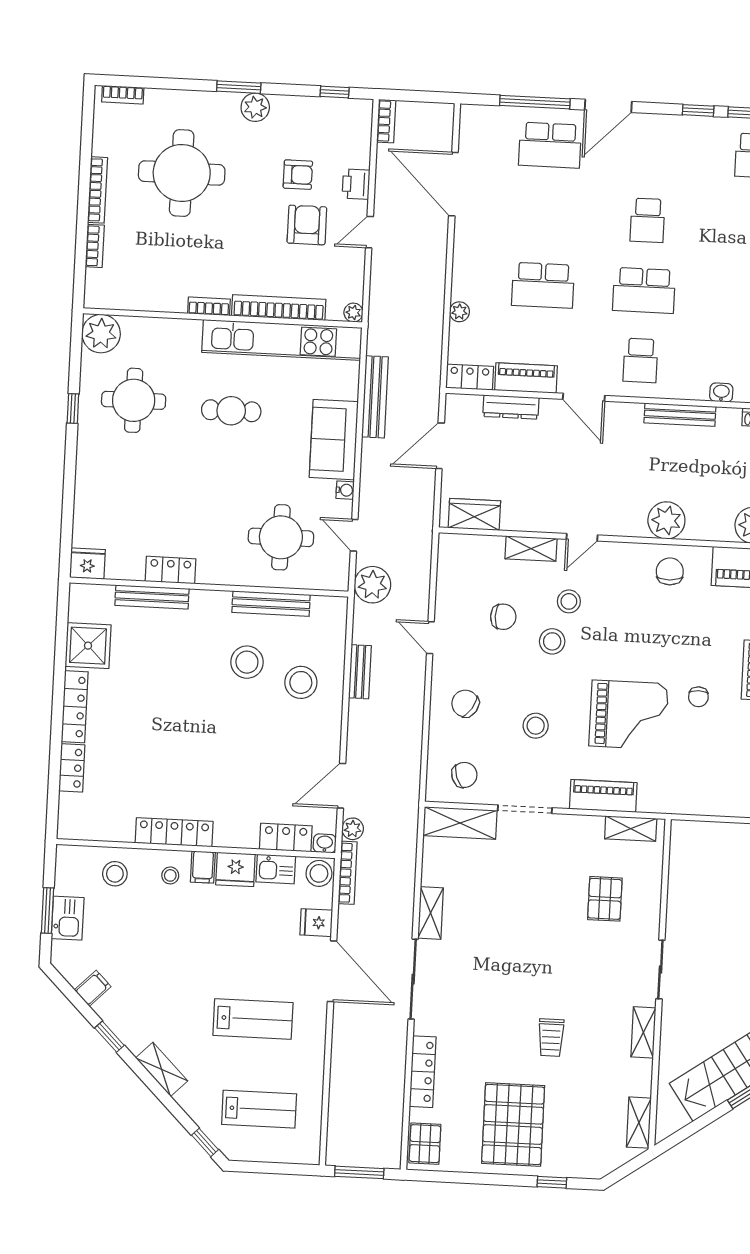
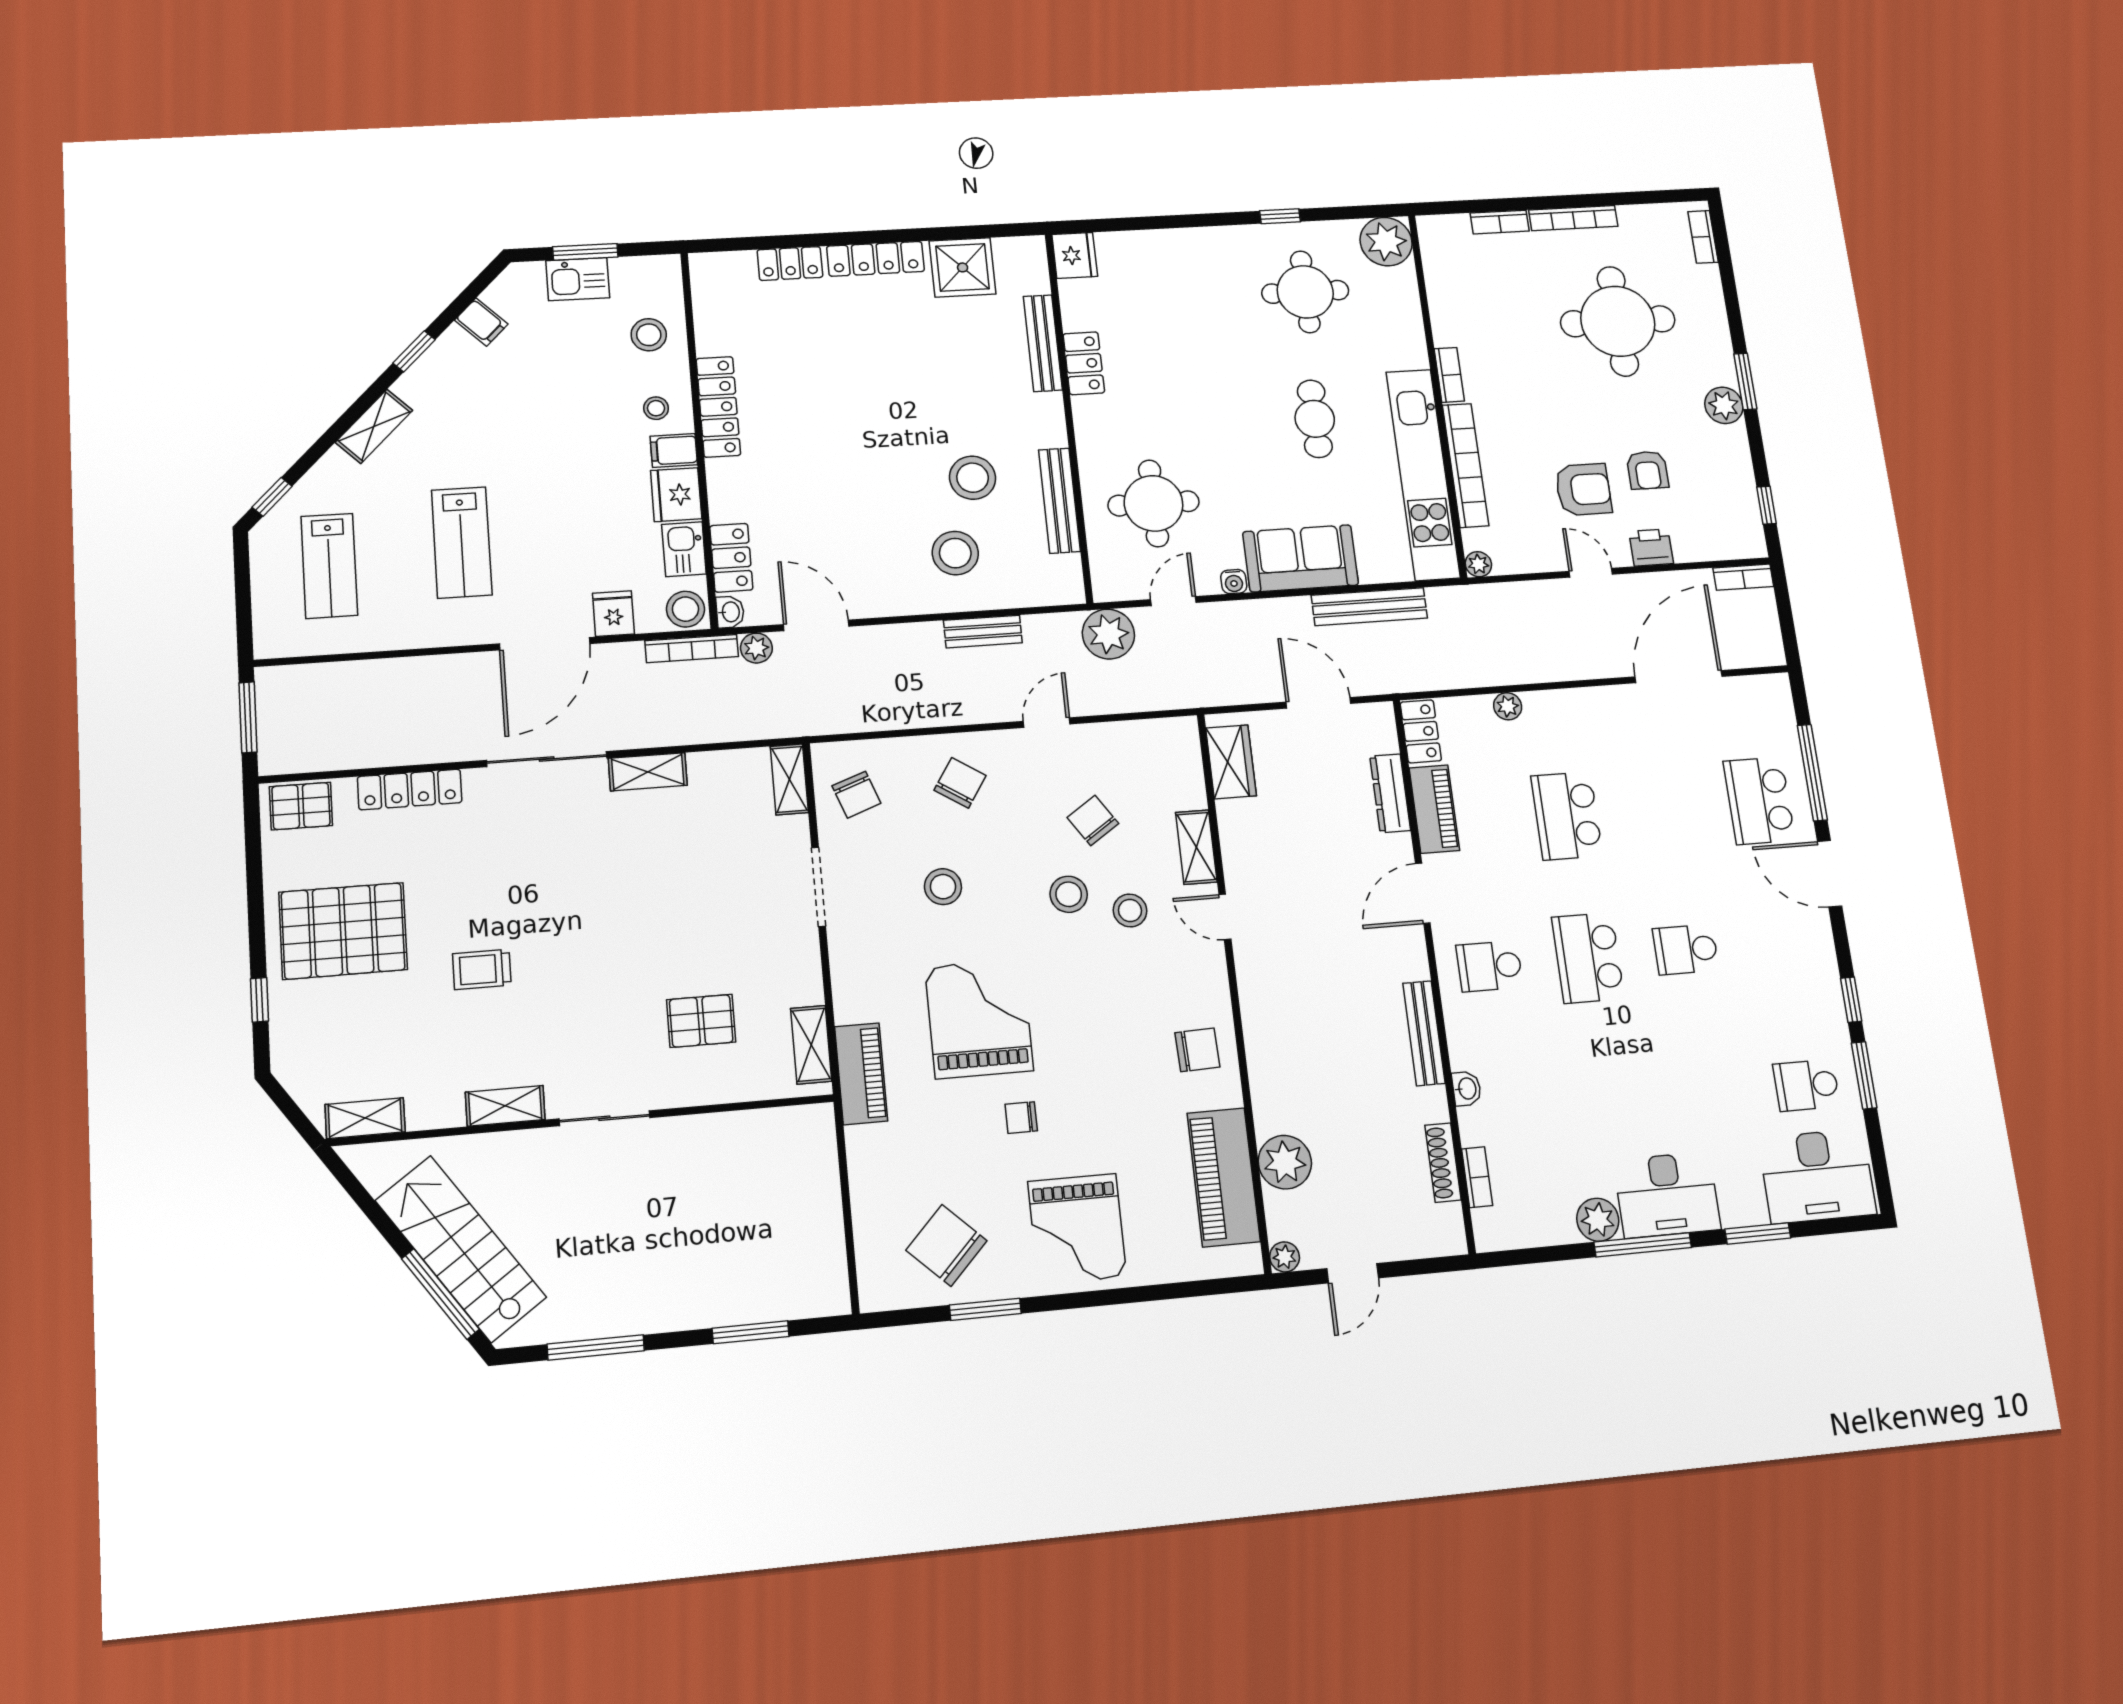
plant: (666, 520) -> (1270, 1035), removed
chair: (503, 617) -> (1093, 820), turned 146
grand piano: (629, 715) -> (979, 1019), turned 180
piano: (603, 796) -> (861, 1074), moved
shelving: (460, 823) -> (789, 779), width x0.67, depth x0.75

